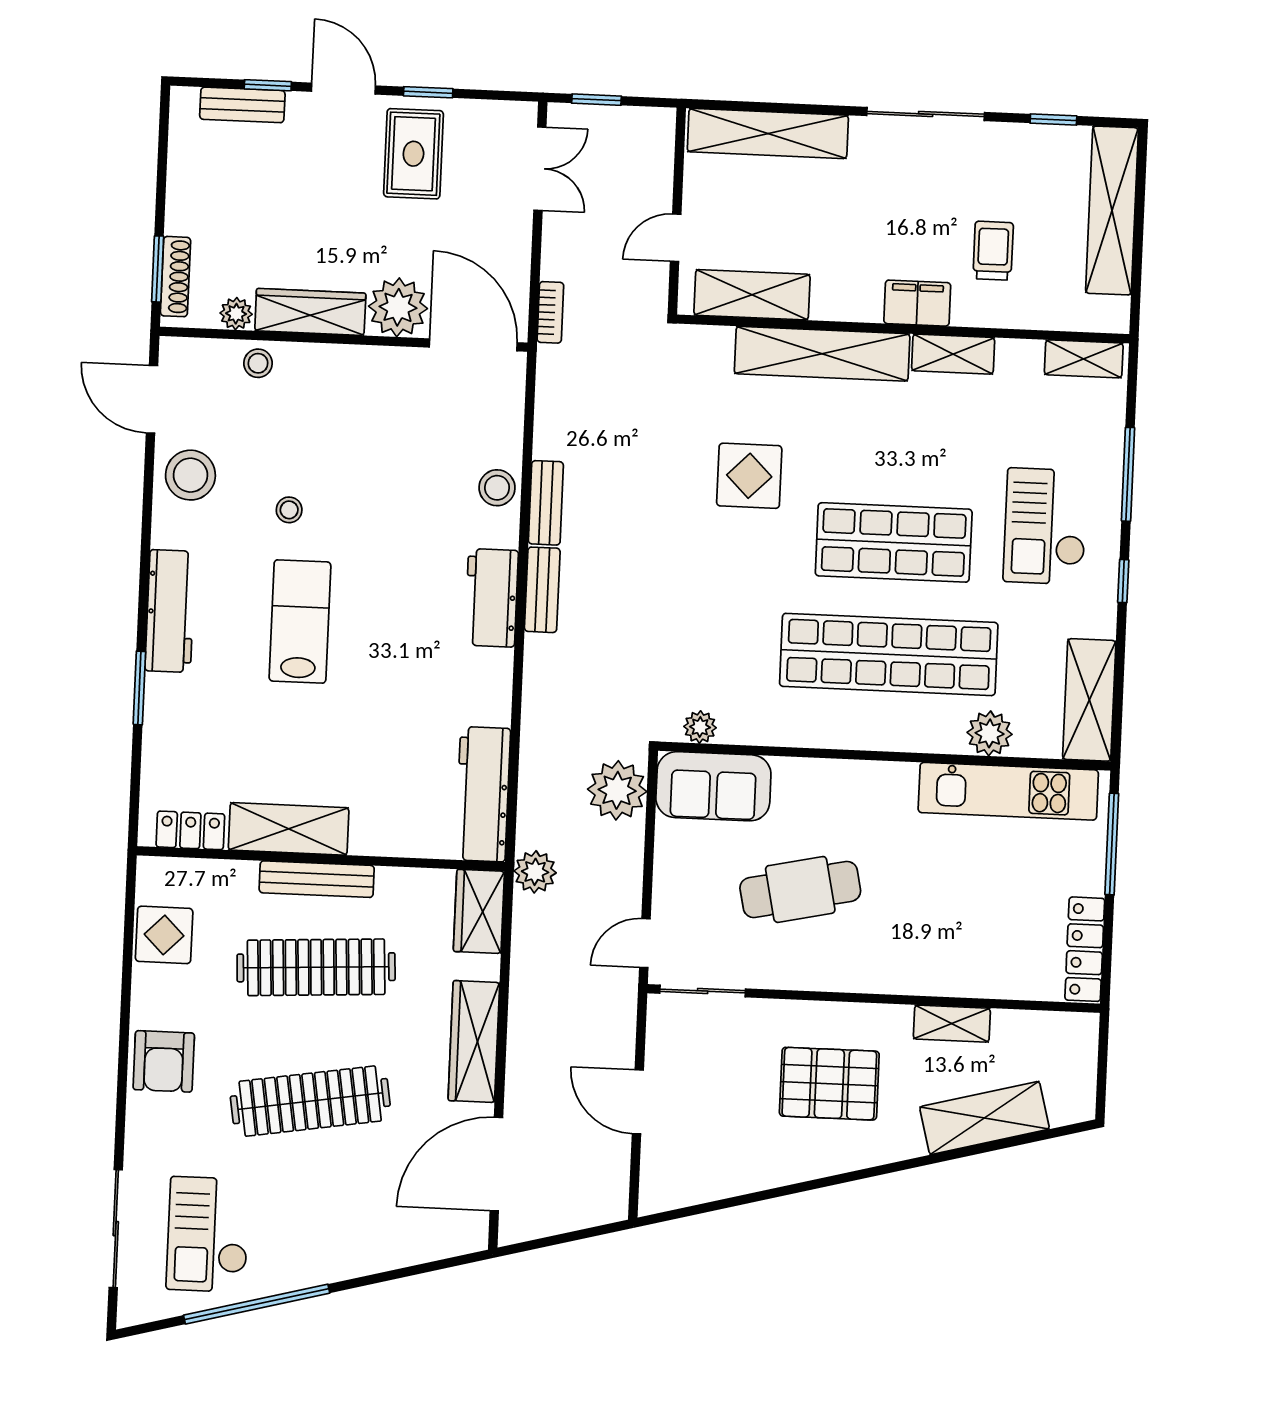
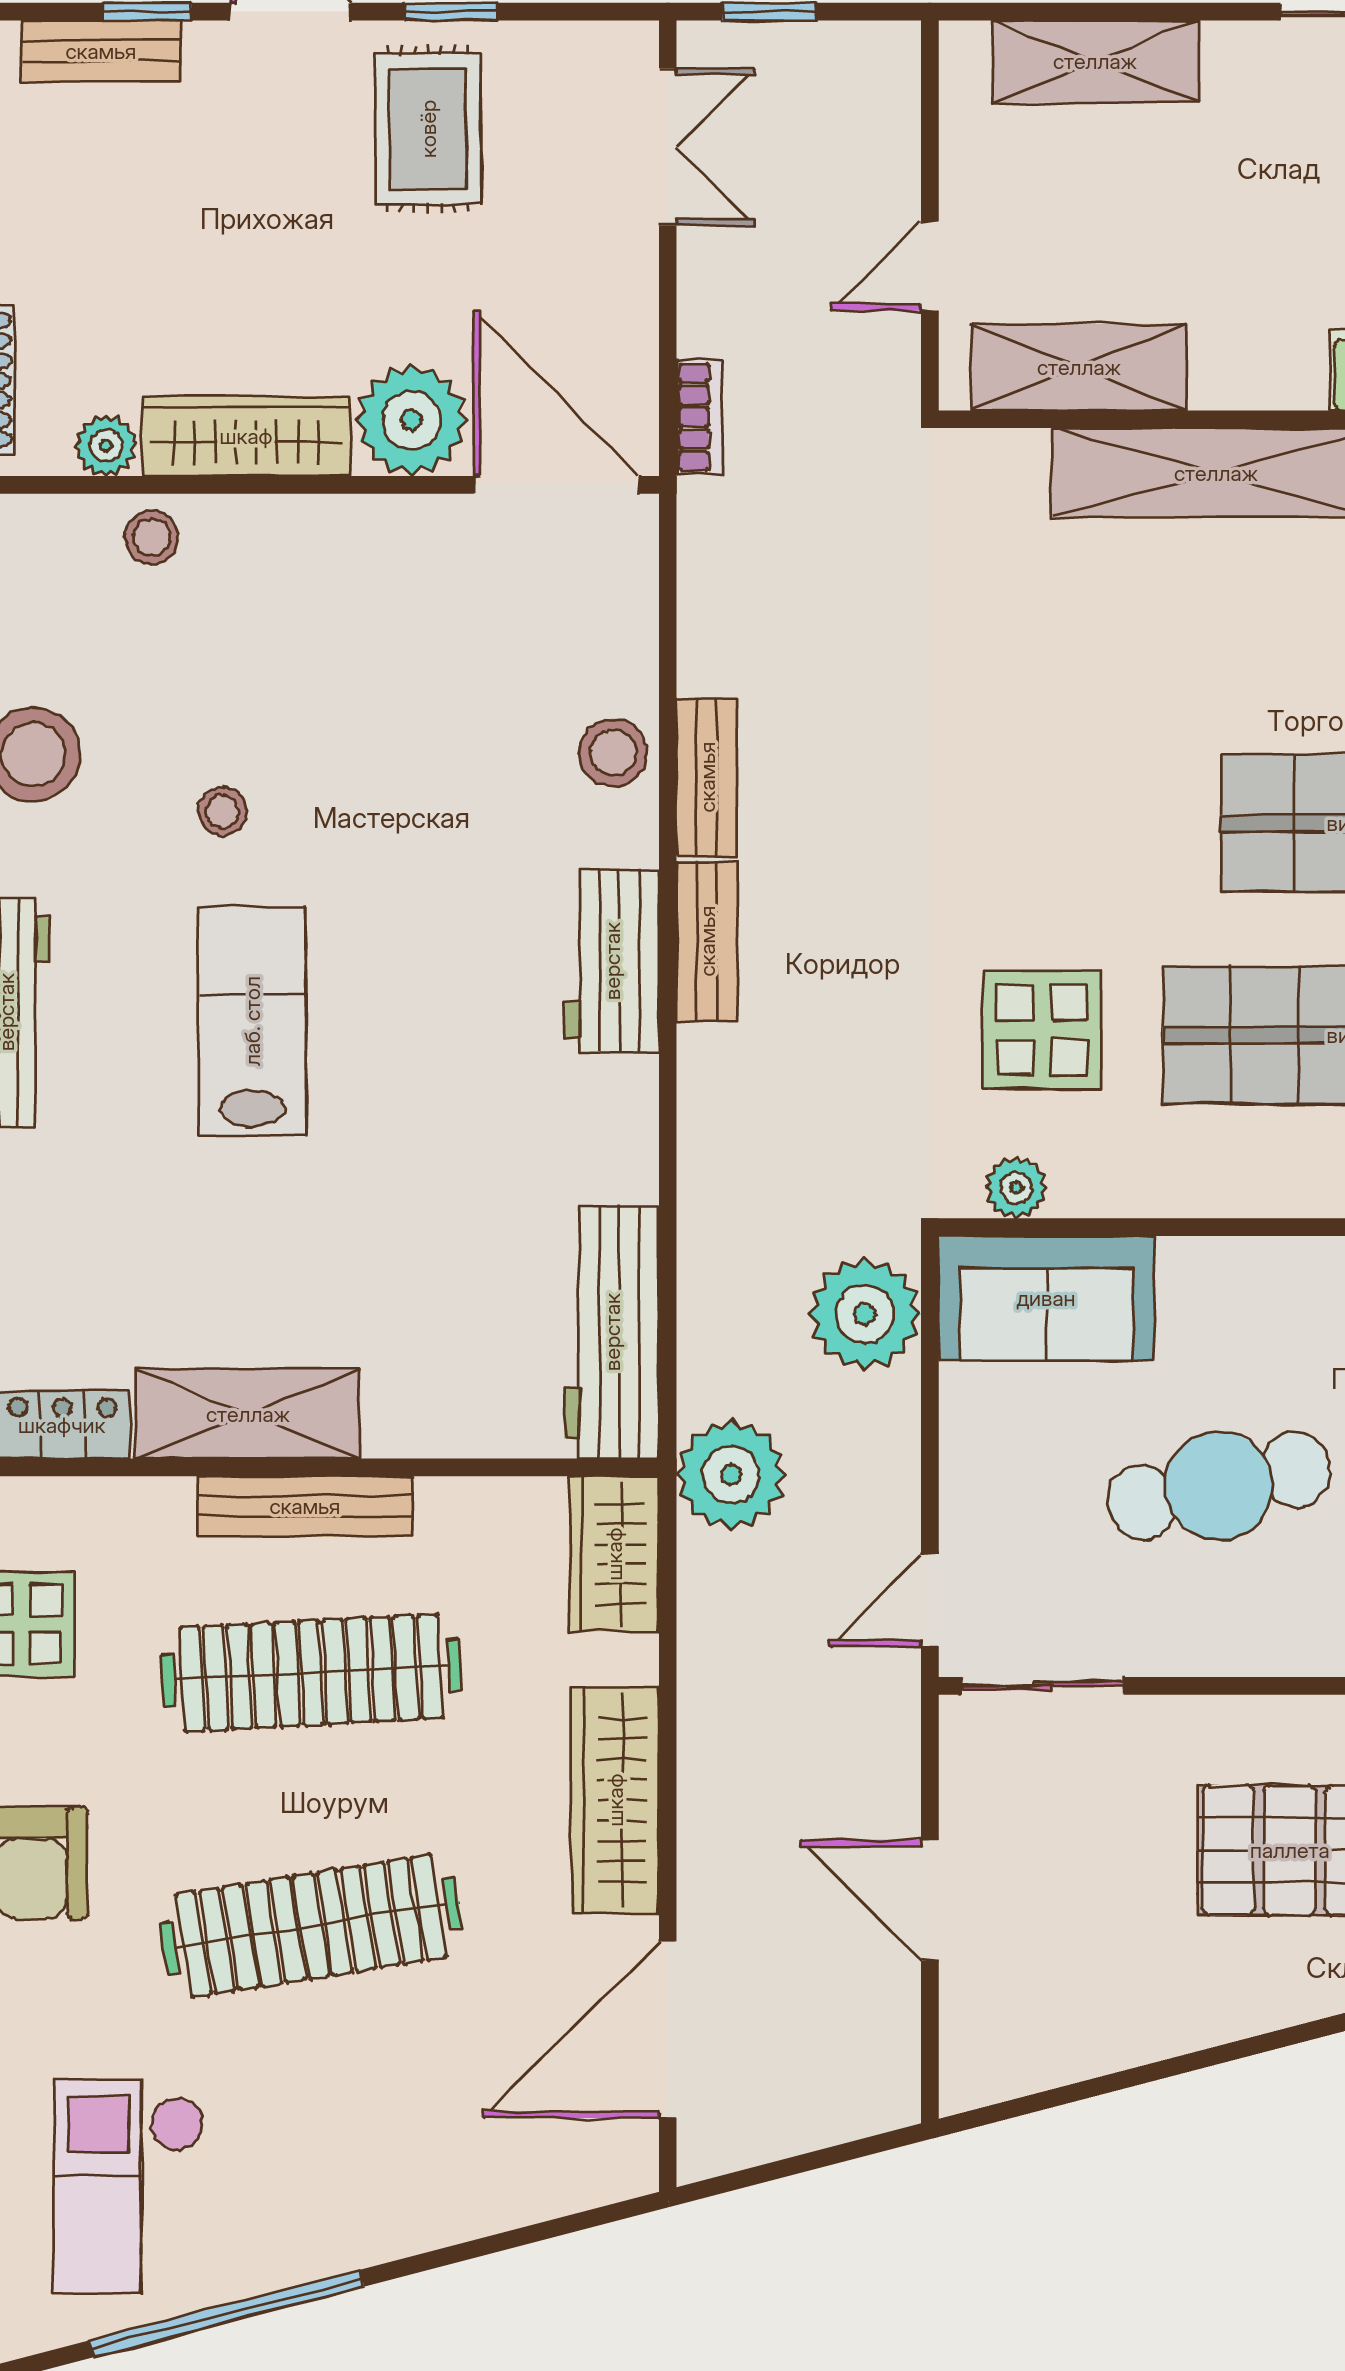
shelving: (768, 134) -> (1095, 61), width x0.68
display table: (749, 476) -> (1042, 1030), moved
plant: (535, 872) -> (731, 1475), width x1.36, depth x1.36

